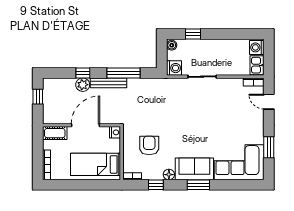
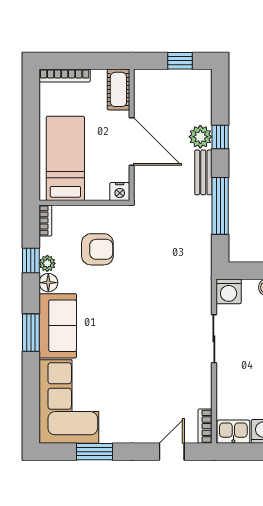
bench: (109, 83) -> (203, 172), width x0.73
plant: (158, 175) -> (47, 263), added

